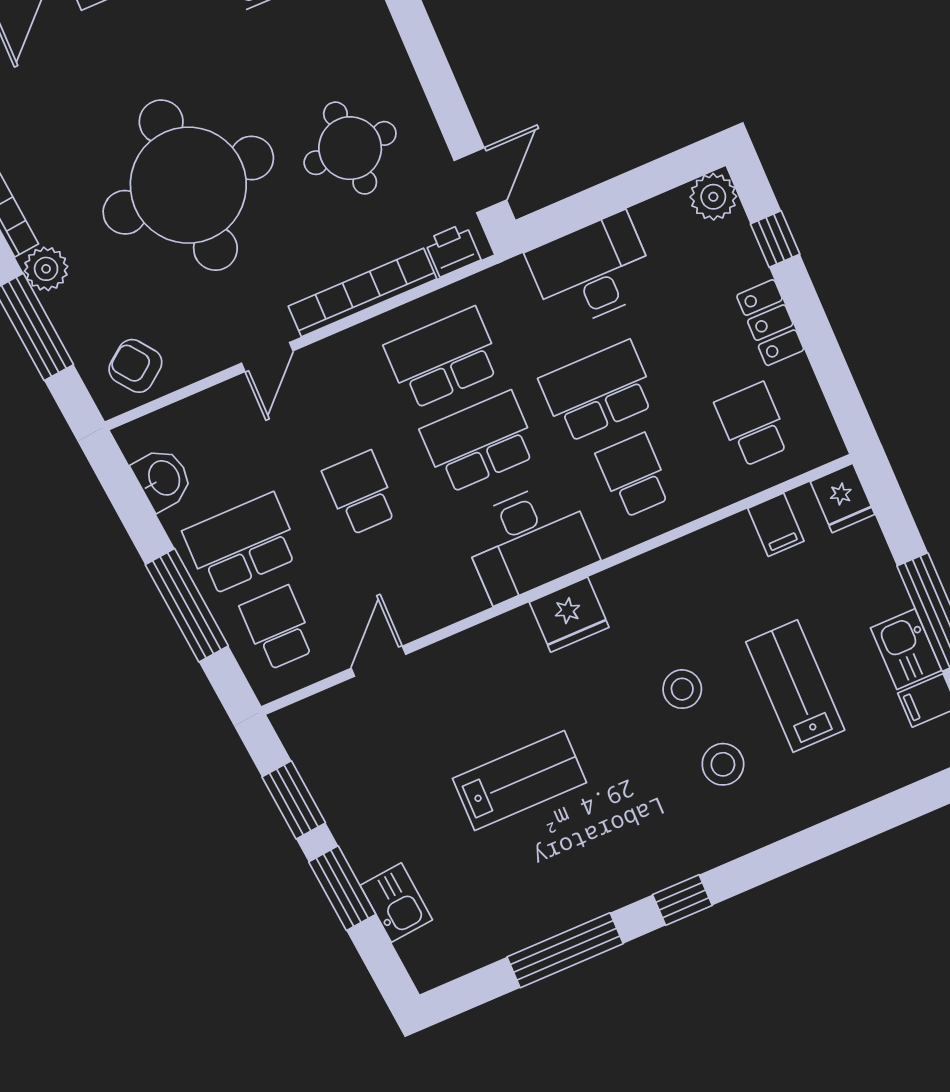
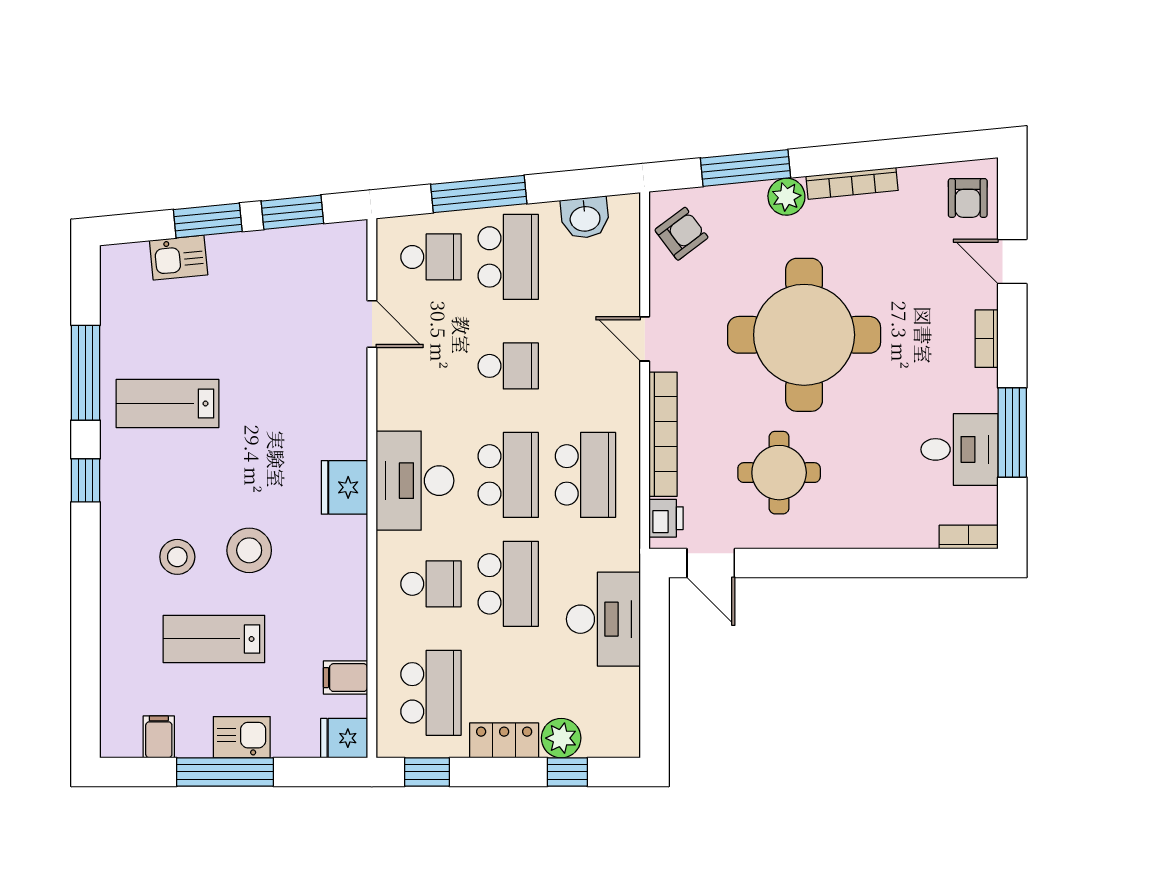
plant: (713, 197) -> (561, 738), moved
window: (841, 392) -> (427, 772), added
school desk: (753, 424) -> (431, 693), width x1.85
kitchen sink: (906, 649) -> (242, 737), moved
lab bench: (795, 686) -> (214, 639), turned 180
stool: (682, 689) -> (249, 550), width x1.38, depth x1.38
lab bench: (519, 781) -> (167, 403), moved, turned 90

